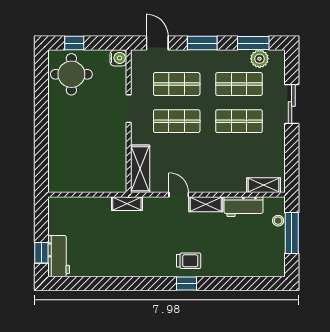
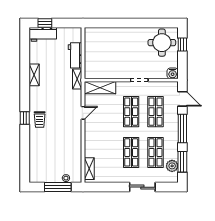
door: (157, 43) -> (182, 99), hinge flipped
window: (202, 43) -> (182, 128), width x1.44
shelving: (206, 204) -> (34, 75), moved
workbench: (244, 207) -> (75, 55), moved

